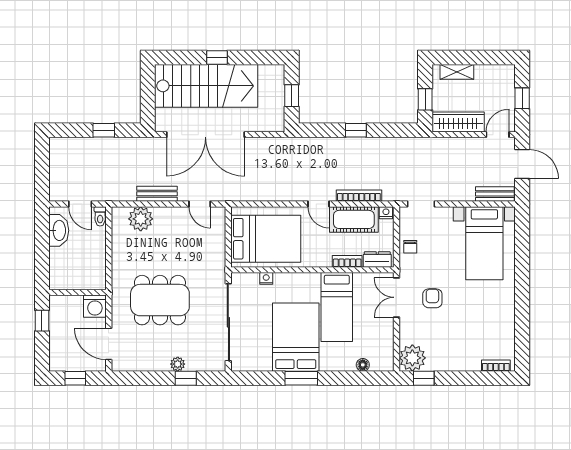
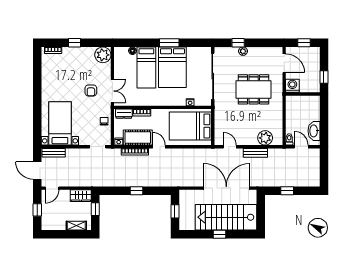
wardrobe: (458, 122) -> (81, 196), width x0.67
bed: (337, 307) -> (146, 68), moved, turned 180
window: (424, 378) -> (75, 43), moved

